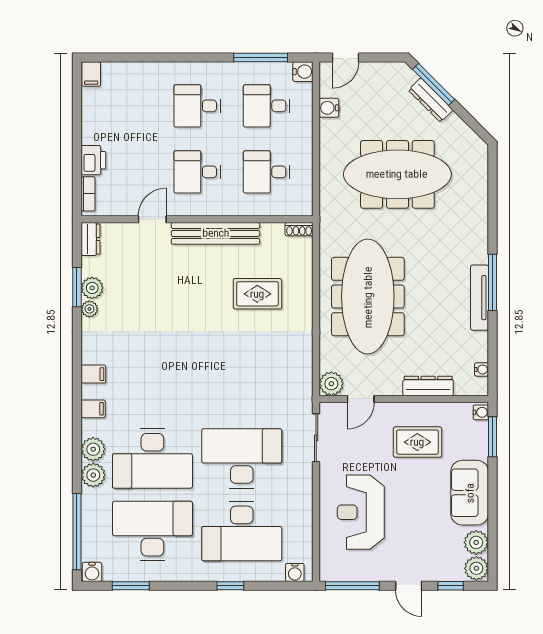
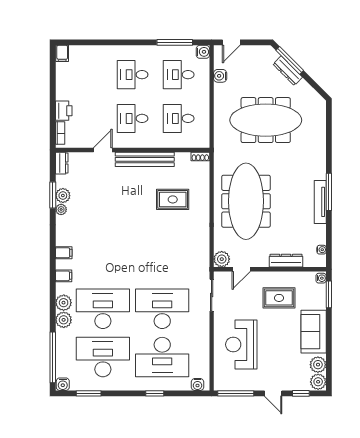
desk: (152, 458) -> (103, 309), turned 180

